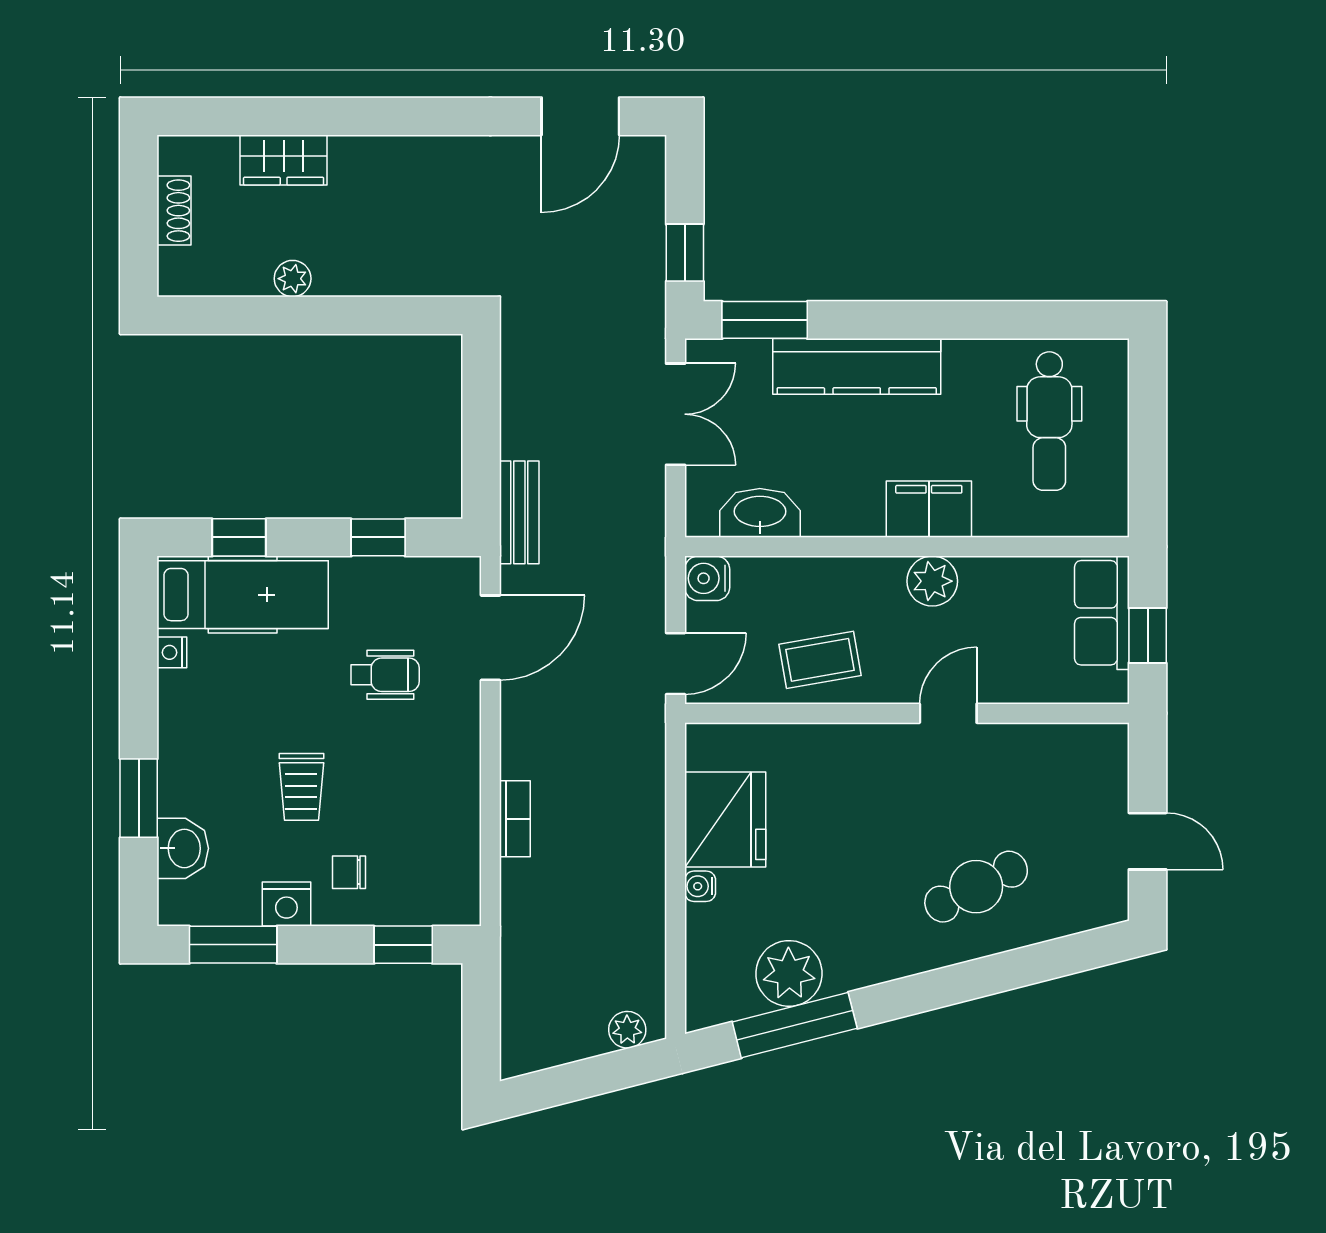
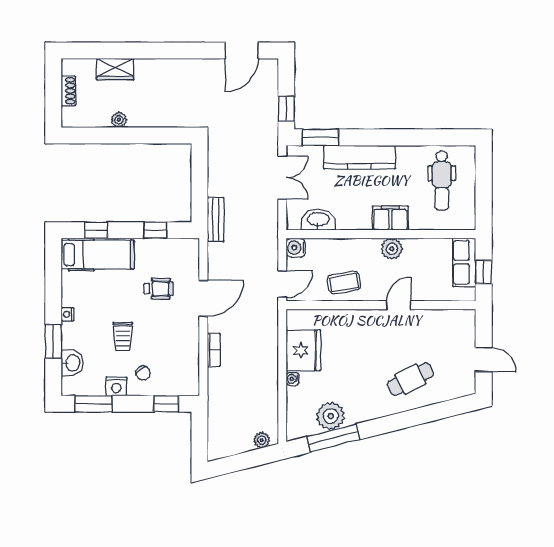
door: (490, 638) -> (203, 298), moved
nightstand: (172, 652) -> (67, 314), moved
chair: (349, 872) -> (143, 373), turned -126

